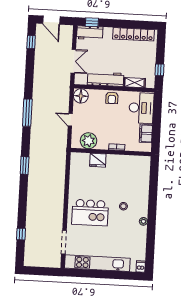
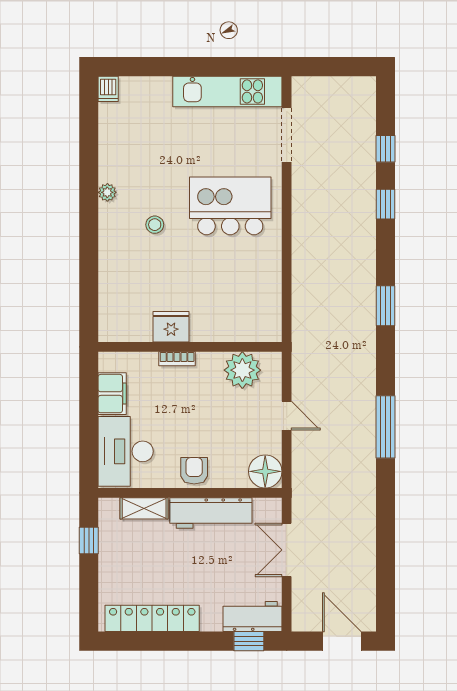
window: (31, 42) -> (385, 204), moved
fridge: (98, 160) -> (171, 327), moved
kitchen unit: (97, 263) -> (227, 91), width x0.73

